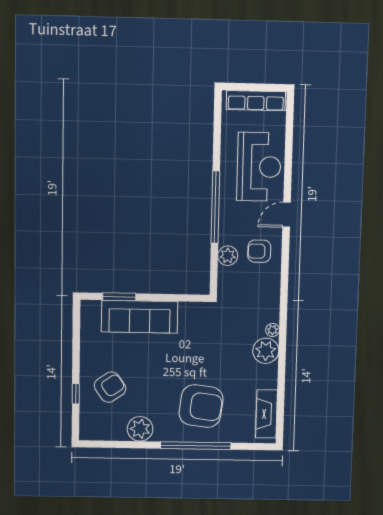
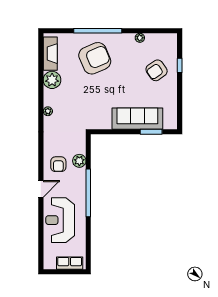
row of seats: (256, 101) -> (70, 263), width x0.68
armchair: (259, 251) -> (58, 164), turned 90
plant: (266, 351) -> (52, 80), moved
armchair: (201, 406) -> (95, 58), turned 150
plant: (140, 429) -> (140, 38), width x0.53, depth x0.53

